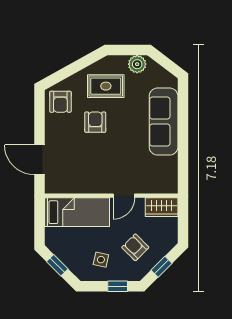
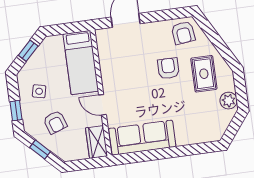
armchair: (60, 102) -> (183, 33), turned -97
armchair: (95, 122) -> (168, 68), turned -90
sofa: (164, 122) -> (142, 138), moved
armchair: (135, 247) -> (55, 122), turned 116

